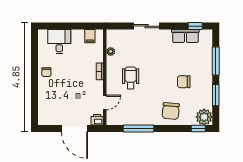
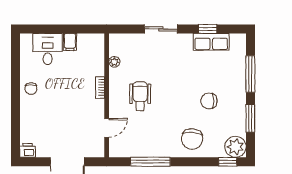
window: (195, 26) -> (208, 29), moved
filing cabinet: (90, 36) -> (70, 42), moved
printer: (97, 120) -> (28, 150), moved

